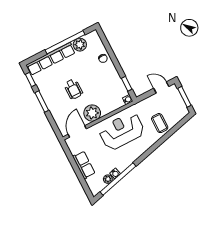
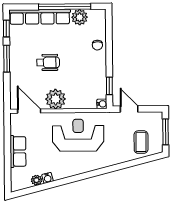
door: (161, 87) -> (129, 109), moved
wheelchair: (73, 89) -> (48, 62), turned -90
coffee table: (160, 123) -> (141, 142), moved
door: (77, 131) -> (29, 111), hinge flipped
window: (118, 179) -> (48, 186), removed

